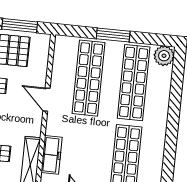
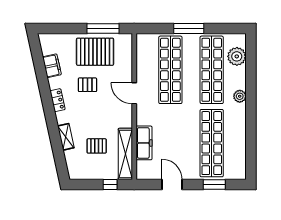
plant: (164, 56) -> (237, 56), moved
plant: (161, 115) -> (240, 96), added

